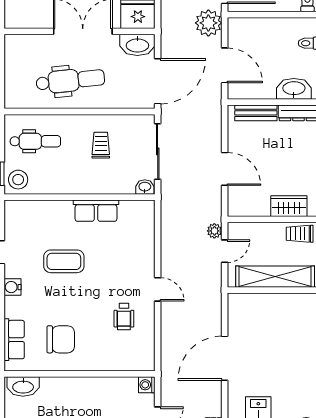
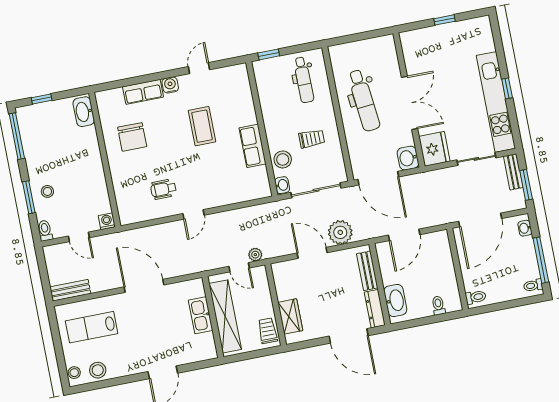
plant: (208, 23) -> (340, 232), moved
washbasin: (137, 45) -> (408, 158), width x0.72
door: (225, 169) -> (312, 253), swing flipped
stool: (18, 180) -> (283, 159), moved
kitchen sink: (269, 303) -> (201, 315), added
row of seats: (14, 340) -> (143, 92), moved

